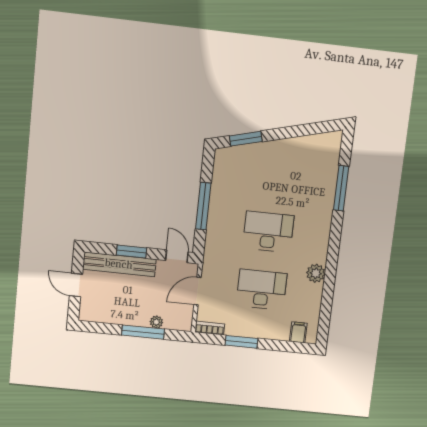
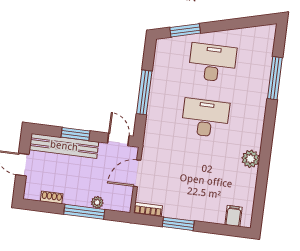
desk: (261, 290) -> (212, 63), moved
shoe rack: (108, 318) -> (52, 197), added

